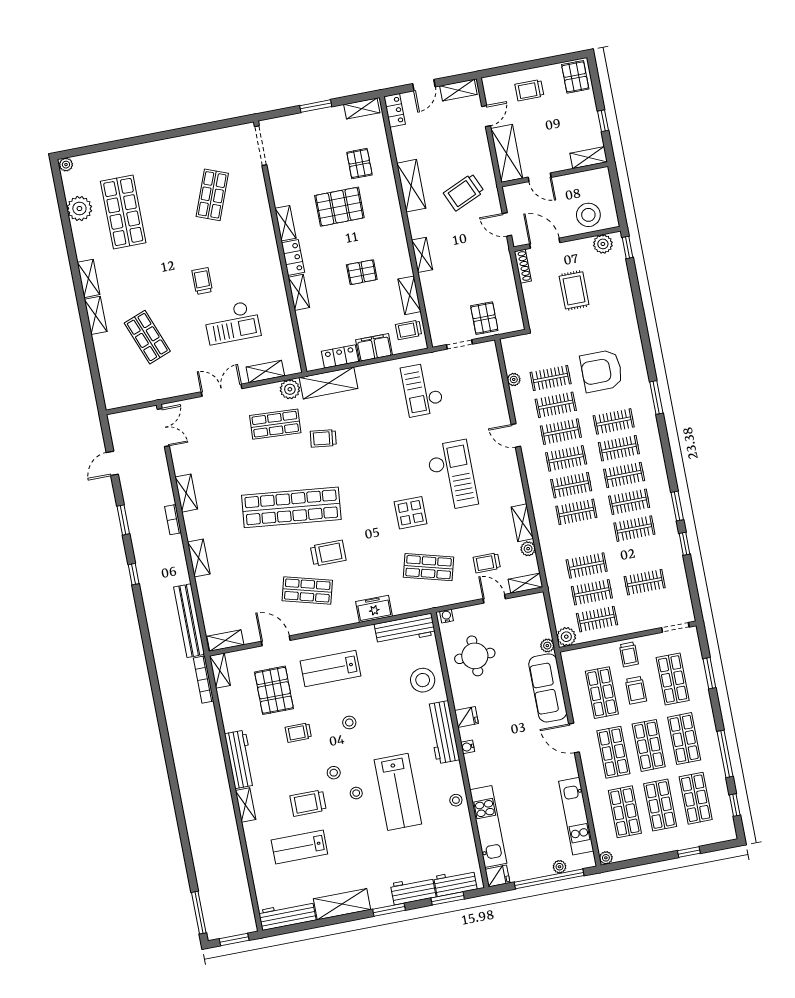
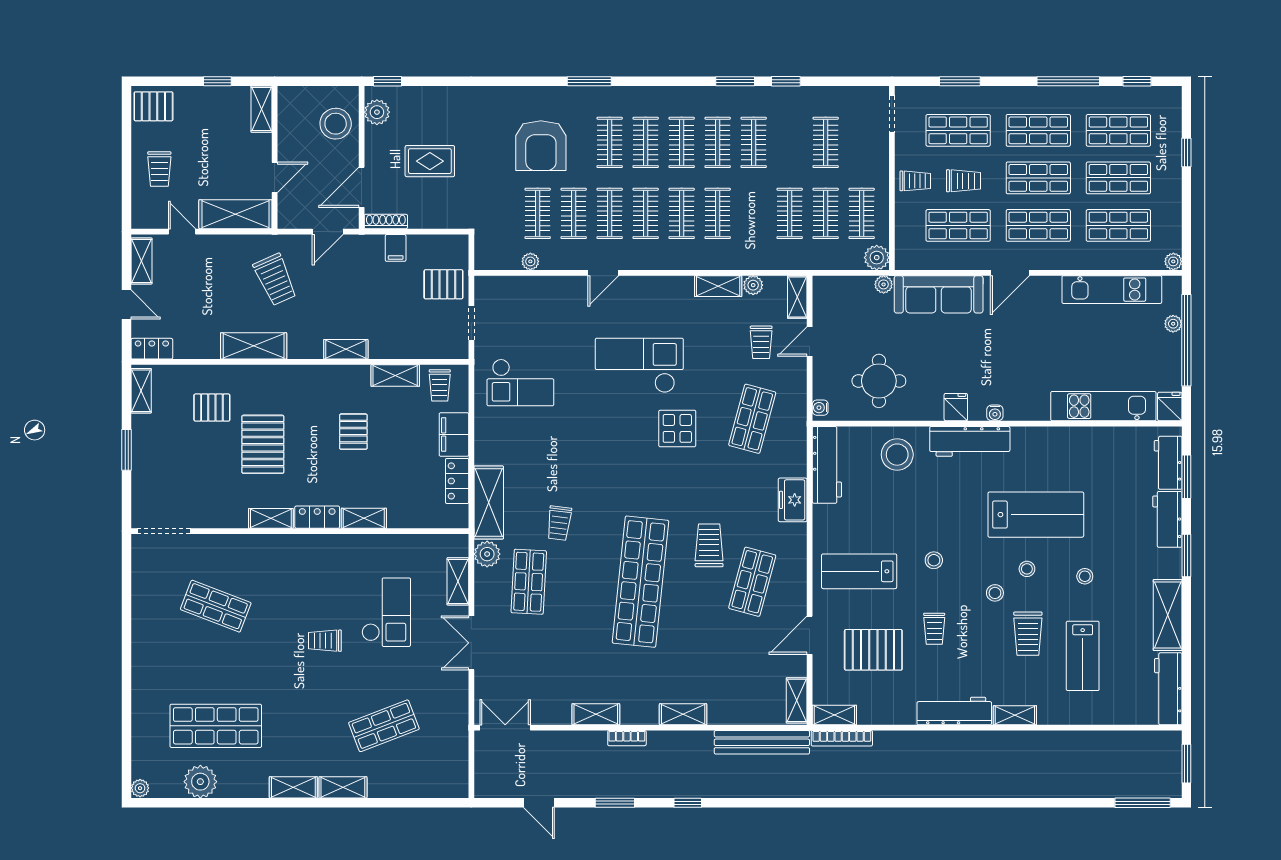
filing cabinet: (505, 277) -> (396, 248), added
lab bench: (330, 669) -> (859, 571), turned 90
stool: (456, 800) -> (1085, 576), moved

